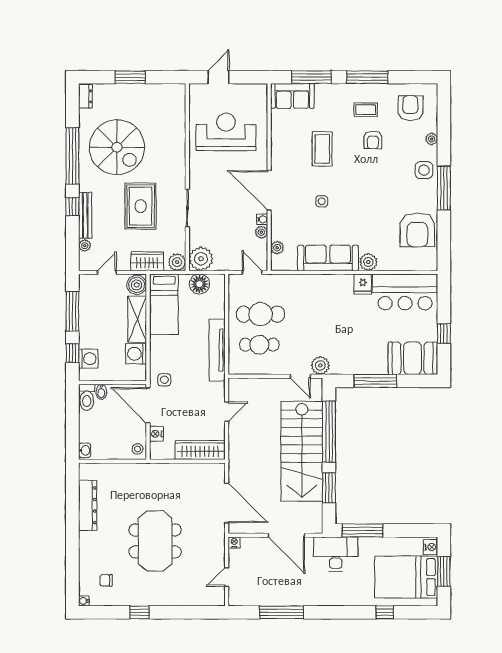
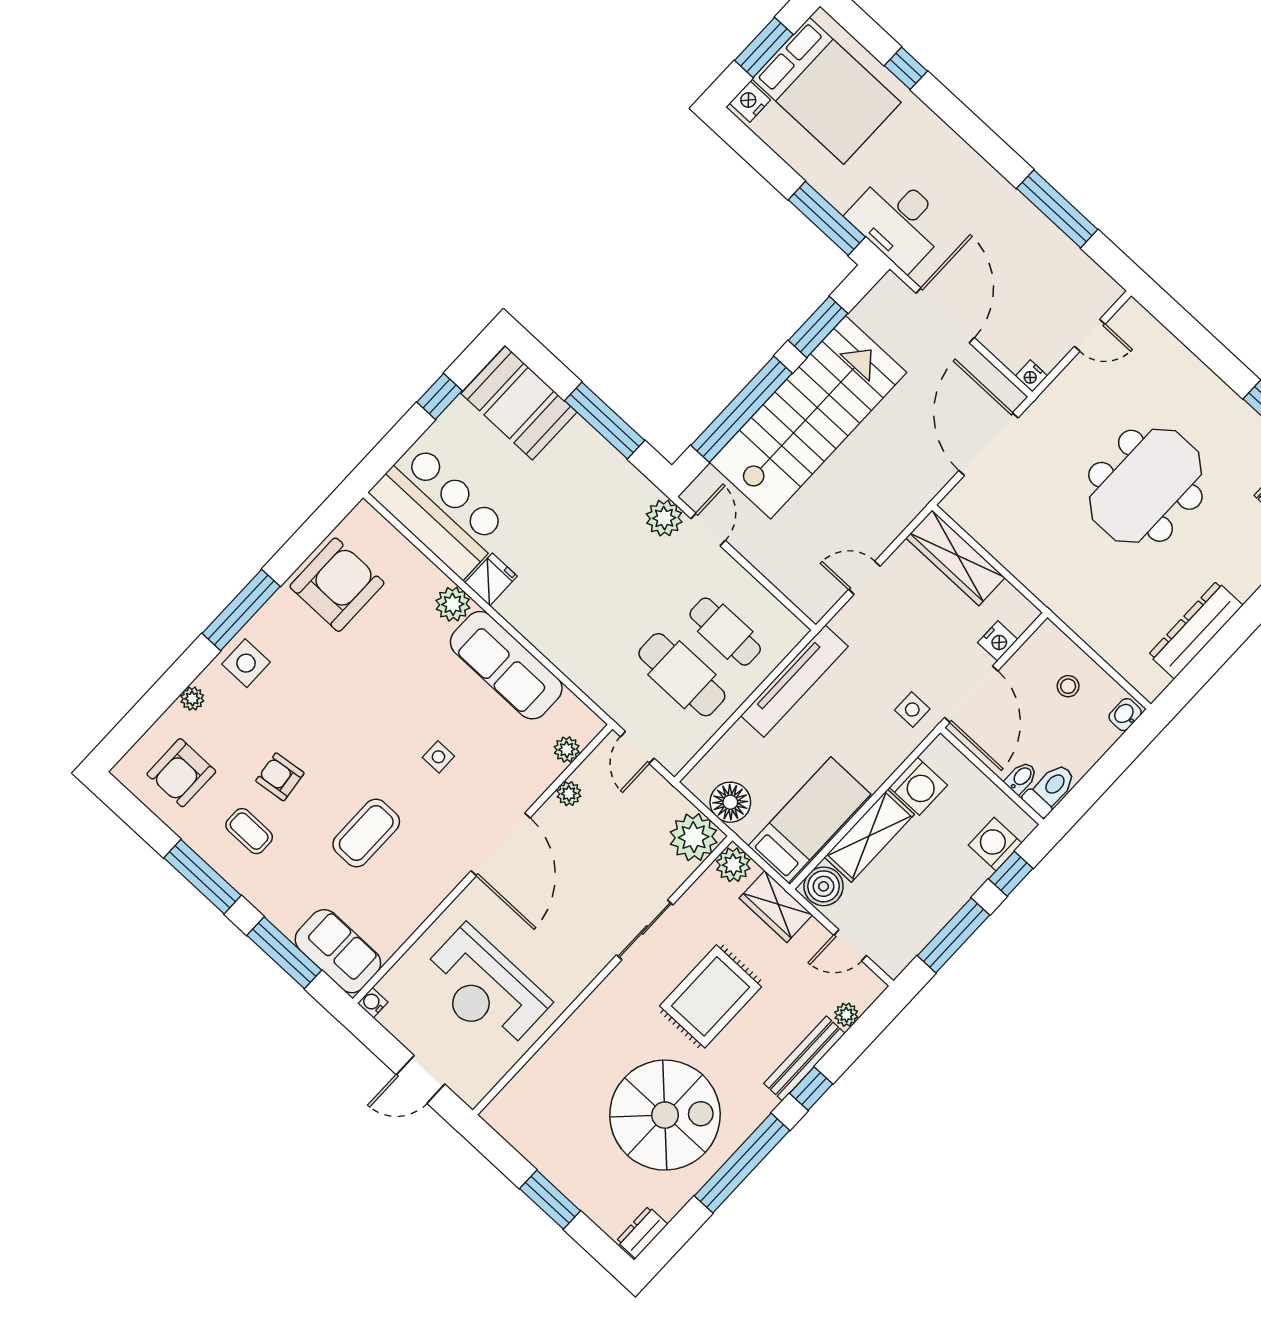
armchair: (373, 140) -> (280, 777), turned -97
spiral stairs: (117, 147) -> (665, 1115), turned 90
water cooler: (262, 219) -> (373, 1003), moved
stool: (138, 449) -> (1068, 686), moved

